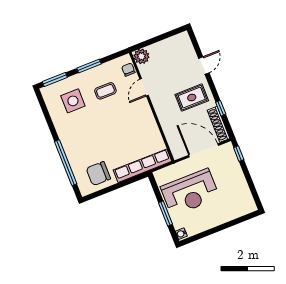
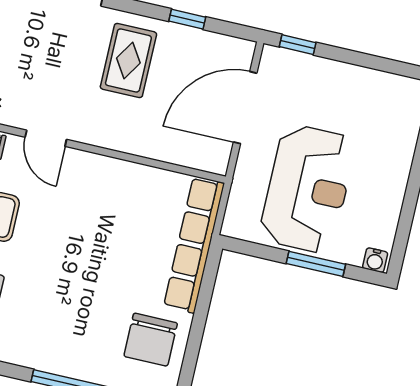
shoe rack: (218, 124) -> (215, 45), removed

